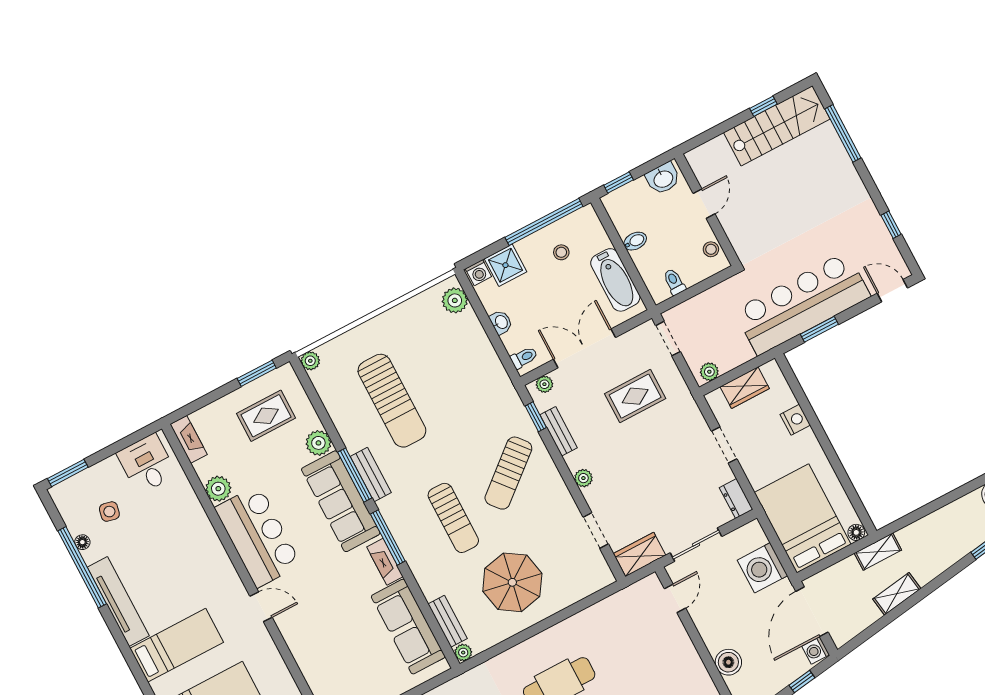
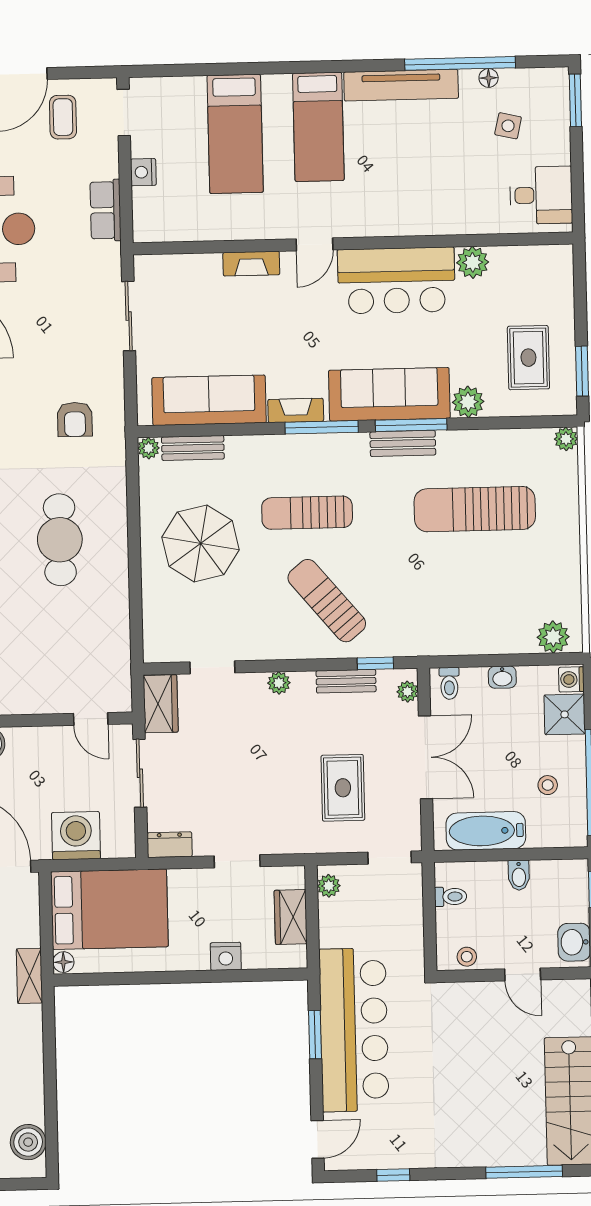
fireplace: (189, 439) -> (251, 264), moved

